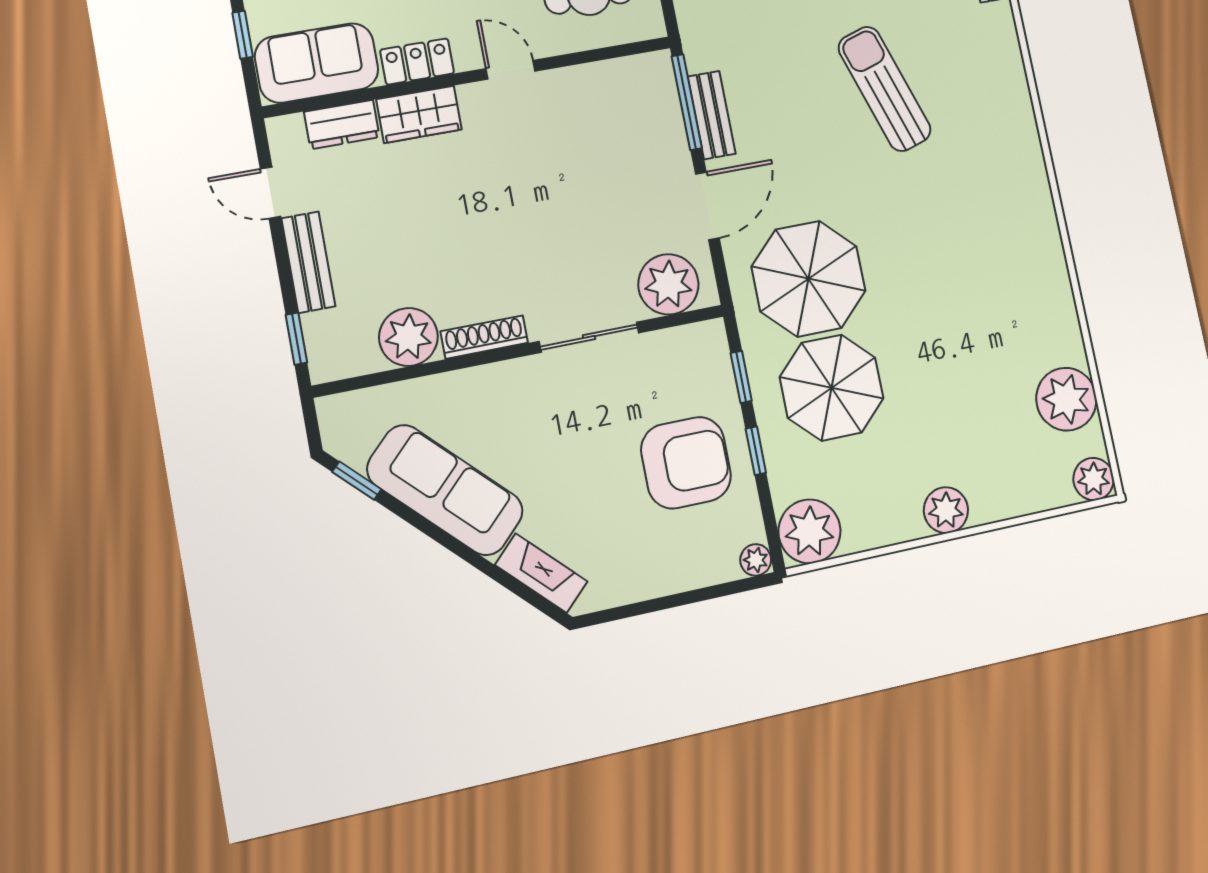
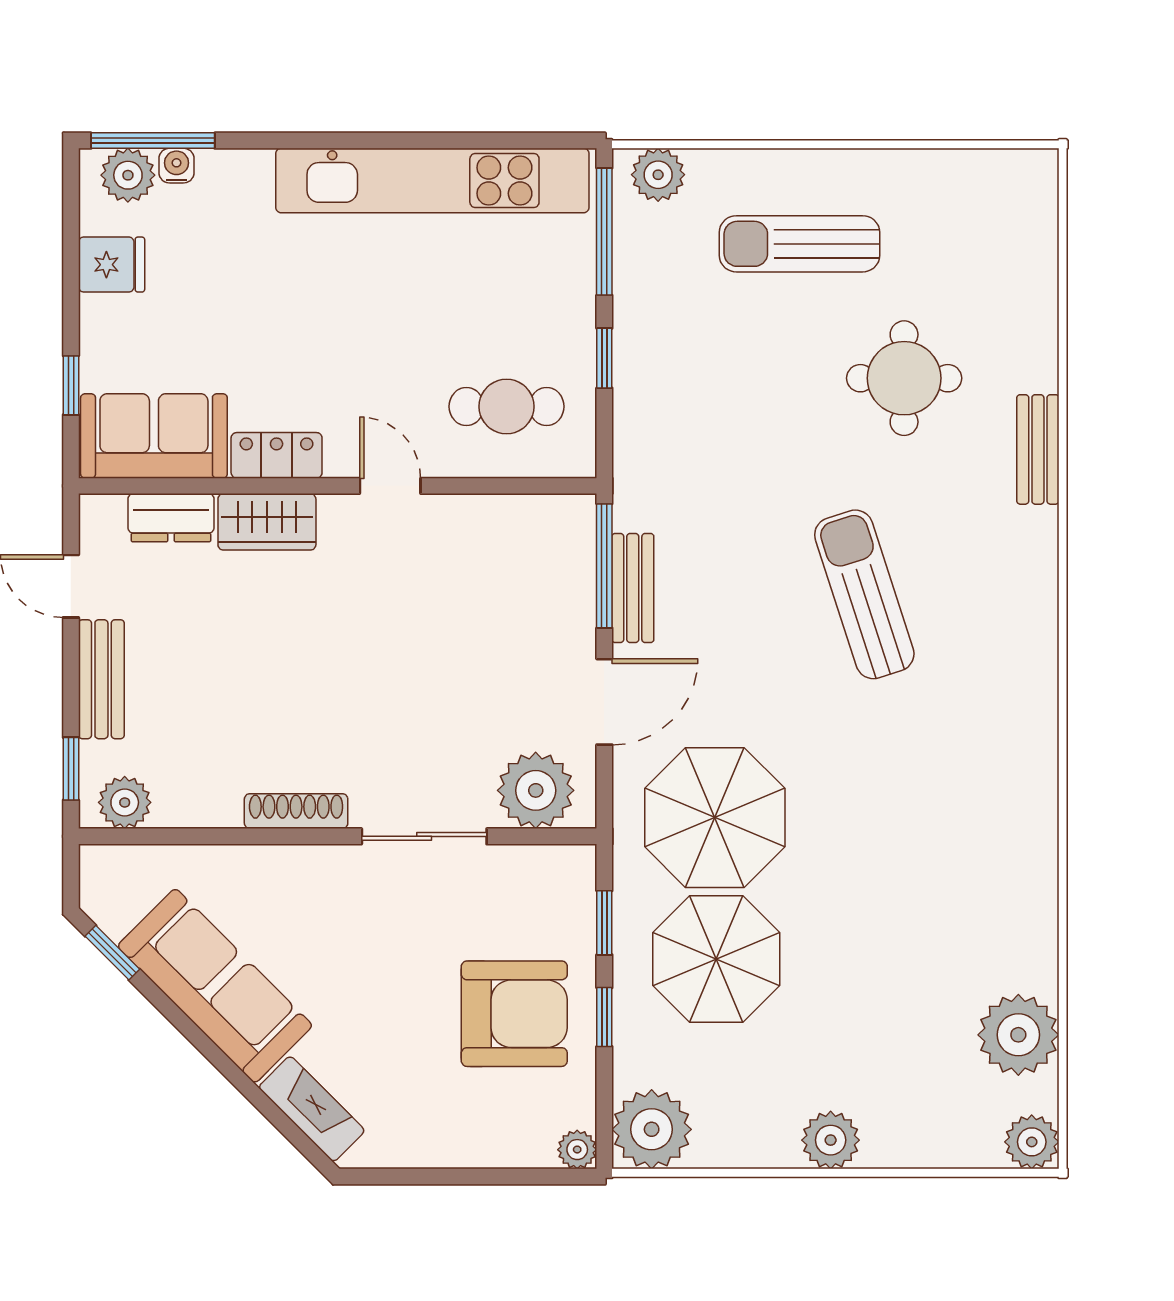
plant: (408, 337) -> (125, 802), moved, width x0.73, depth x0.73

